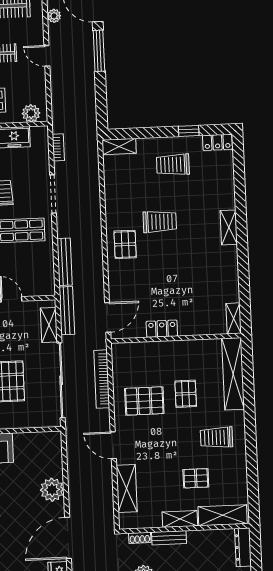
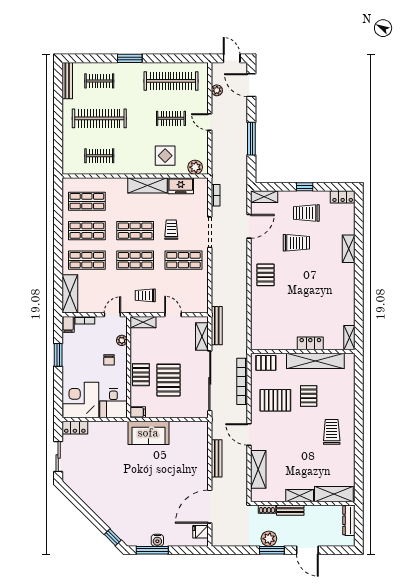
window: (99, 51) -> (251, 139), moved
window: (189, 131) -> (305, 187), moved
trolley: (160, 222) -> (296, 243), moved
shelving: (229, 227) -> (349, 249), moved
bench: (64, 262) -> (217, 458), moved
door: (108, 317) -> (249, 226), moved
locker: (162, 329) -> (310, 343), moved
shelving: (233, 374) -> (315, 361), moved, turned 90
trolley: (217, 437) -> (332, 432), turned 90
pallet: (196, 478) -> (266, 363), moved
plant: (52, 490) -> (199, 468), removed

